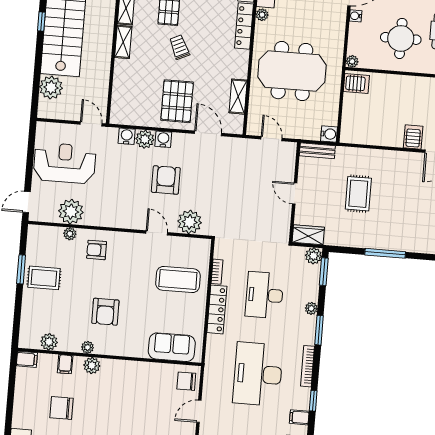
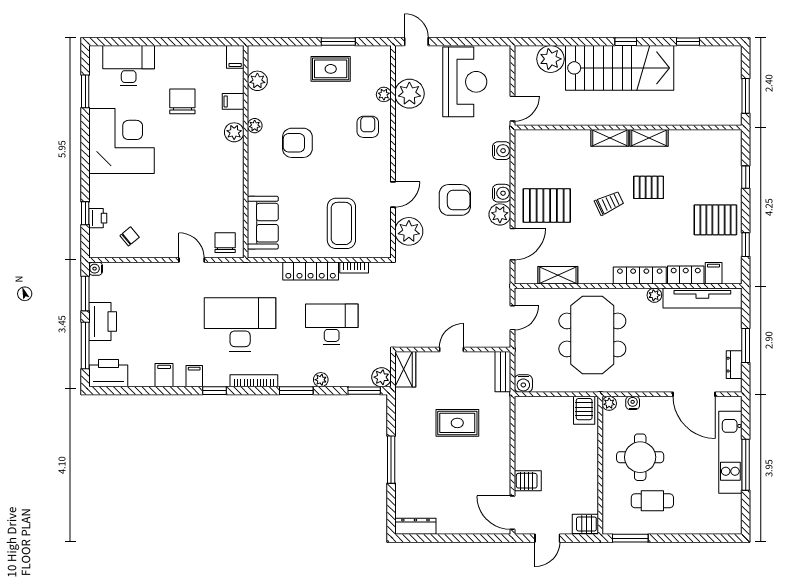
water cooler: (356, 16) -> (633, 403), moved
plant: (145, 139) -> (500, 214), moved
rug: (44, 278) -> (331, 69), turned 90

